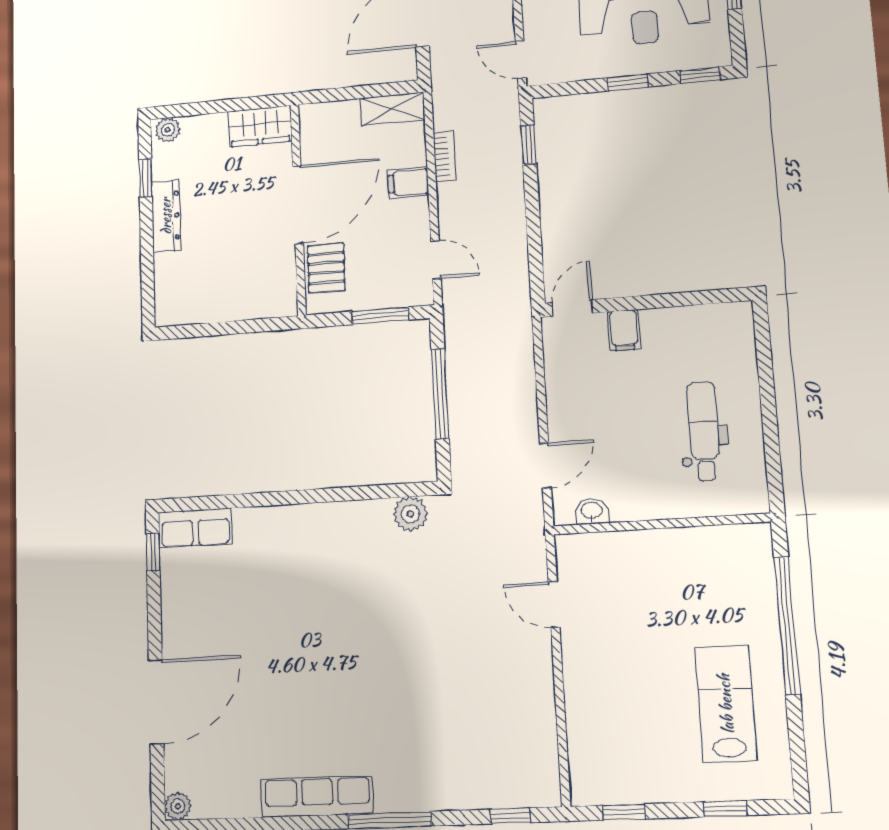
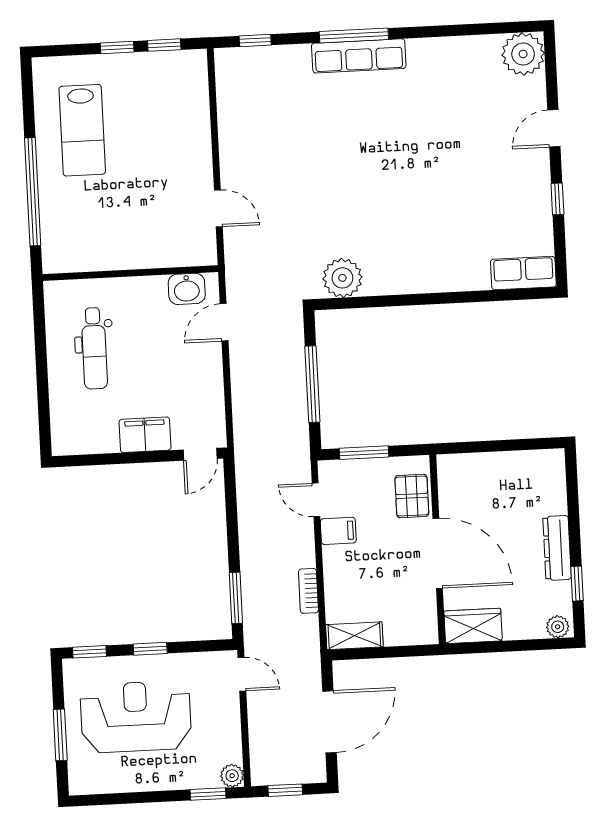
window: (528, 144) -> (236, 598), width x1.50
filing cabinet: (408, 183) -> (338, 531), moved
door: (298, 205) -> (438, 553), swing flipped
filing cabinet: (624, 330) -> (145, 435), width x2.00
washbasin: (592, 511) -> (187, 289), width x1.38, depth x1.45
plant: (410, 514) -> (342, 278), width x1.36, depth x1.36
window: (153, 552) -> (557, 199), moved
door: (156, 702) -> (554, 128), width x0.53
row of seats: (317, 797) -> (359, 56), moved
plant: (178, 806) -> (523, 54), width x1.87, depth x1.87
window: (725, 809) -> (117, 47), moved

